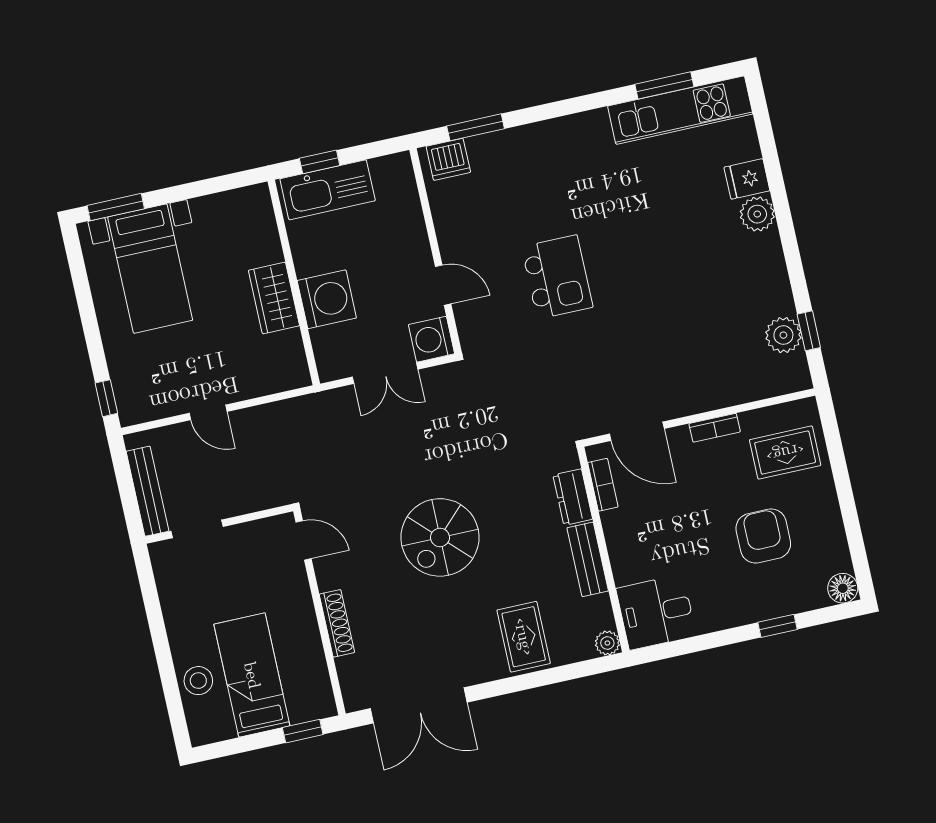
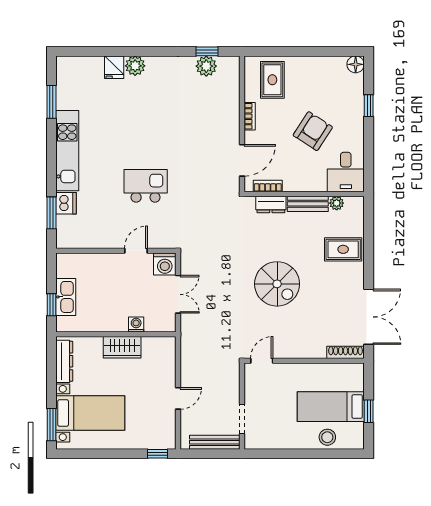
kitchen unit: (680, 110) -> (67, 151), moved
dishwasher: (448, 159) -> (66, 203), moved
kitchen sink: (328, 190) -> (66, 297), width x0.73, depth x0.81
dresser: (228, 205) -> (64, 361), added
washing machine: (327, 299) -> (136, 324), width x0.53, depth x0.53
armchair: (763, 536) -> (313, 131), moved, turned 123
shoe rack: (337, 623) -> (346, 352), moved
plant: (607, 643) -> (337, 203), moved
window: (303, 731) -> (369, 411), moved

